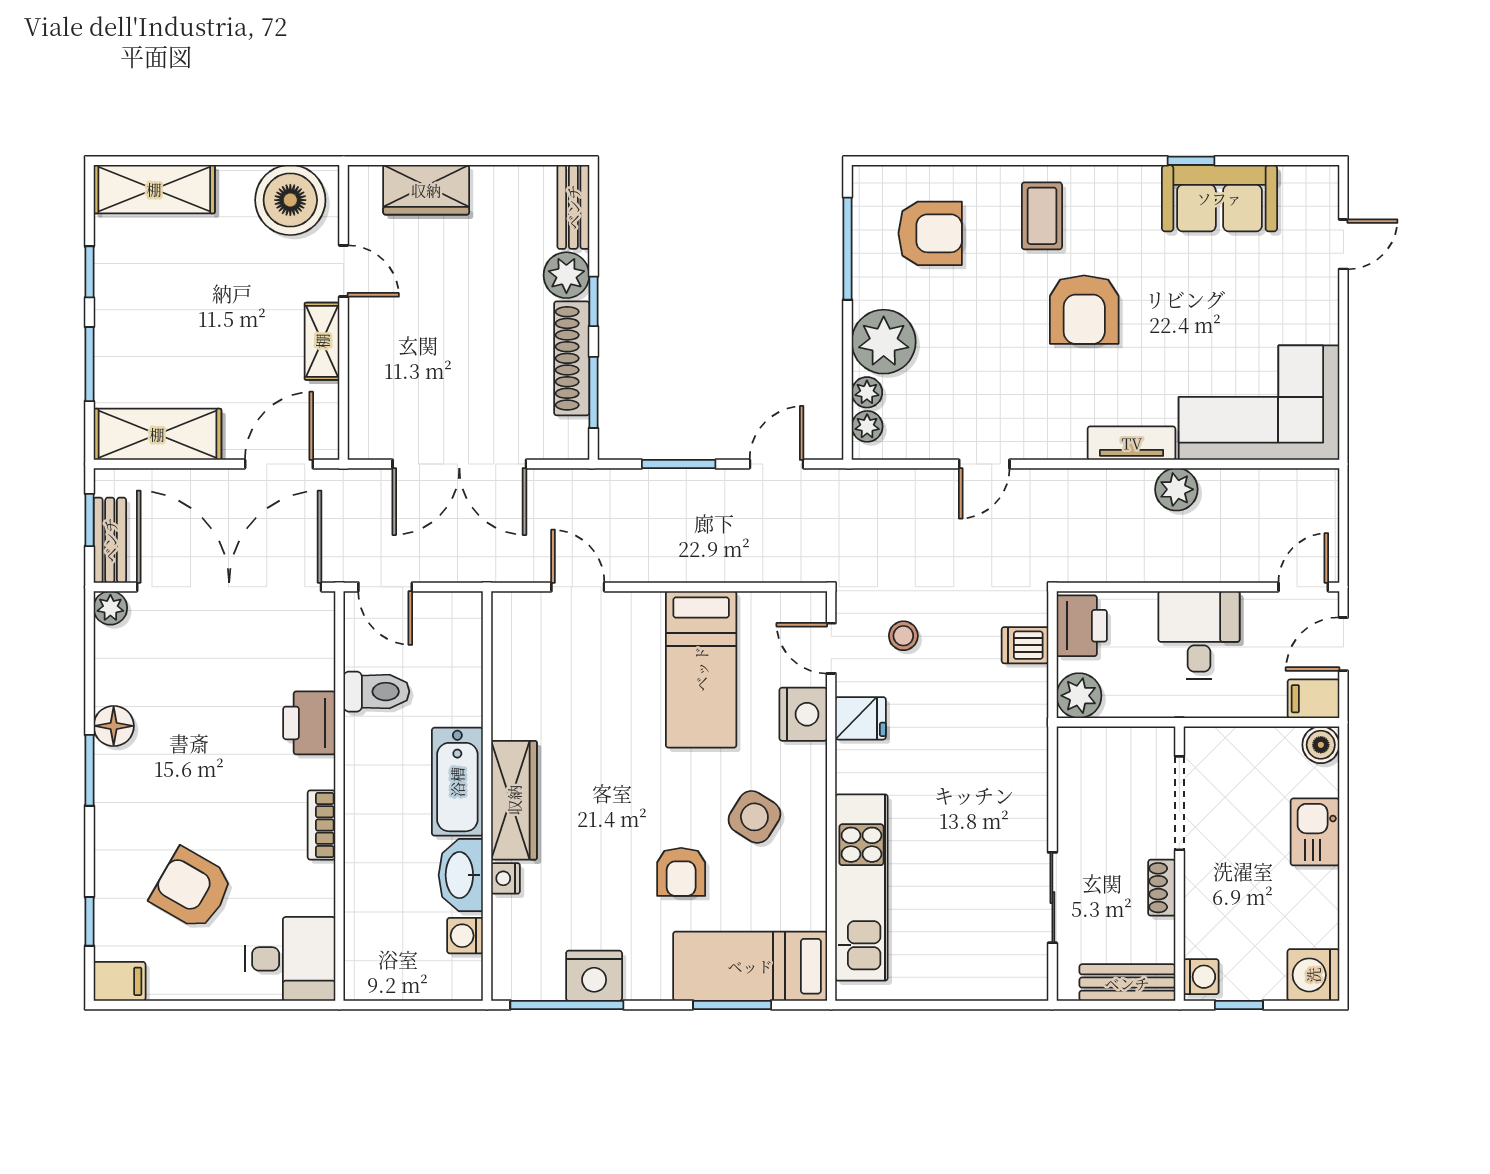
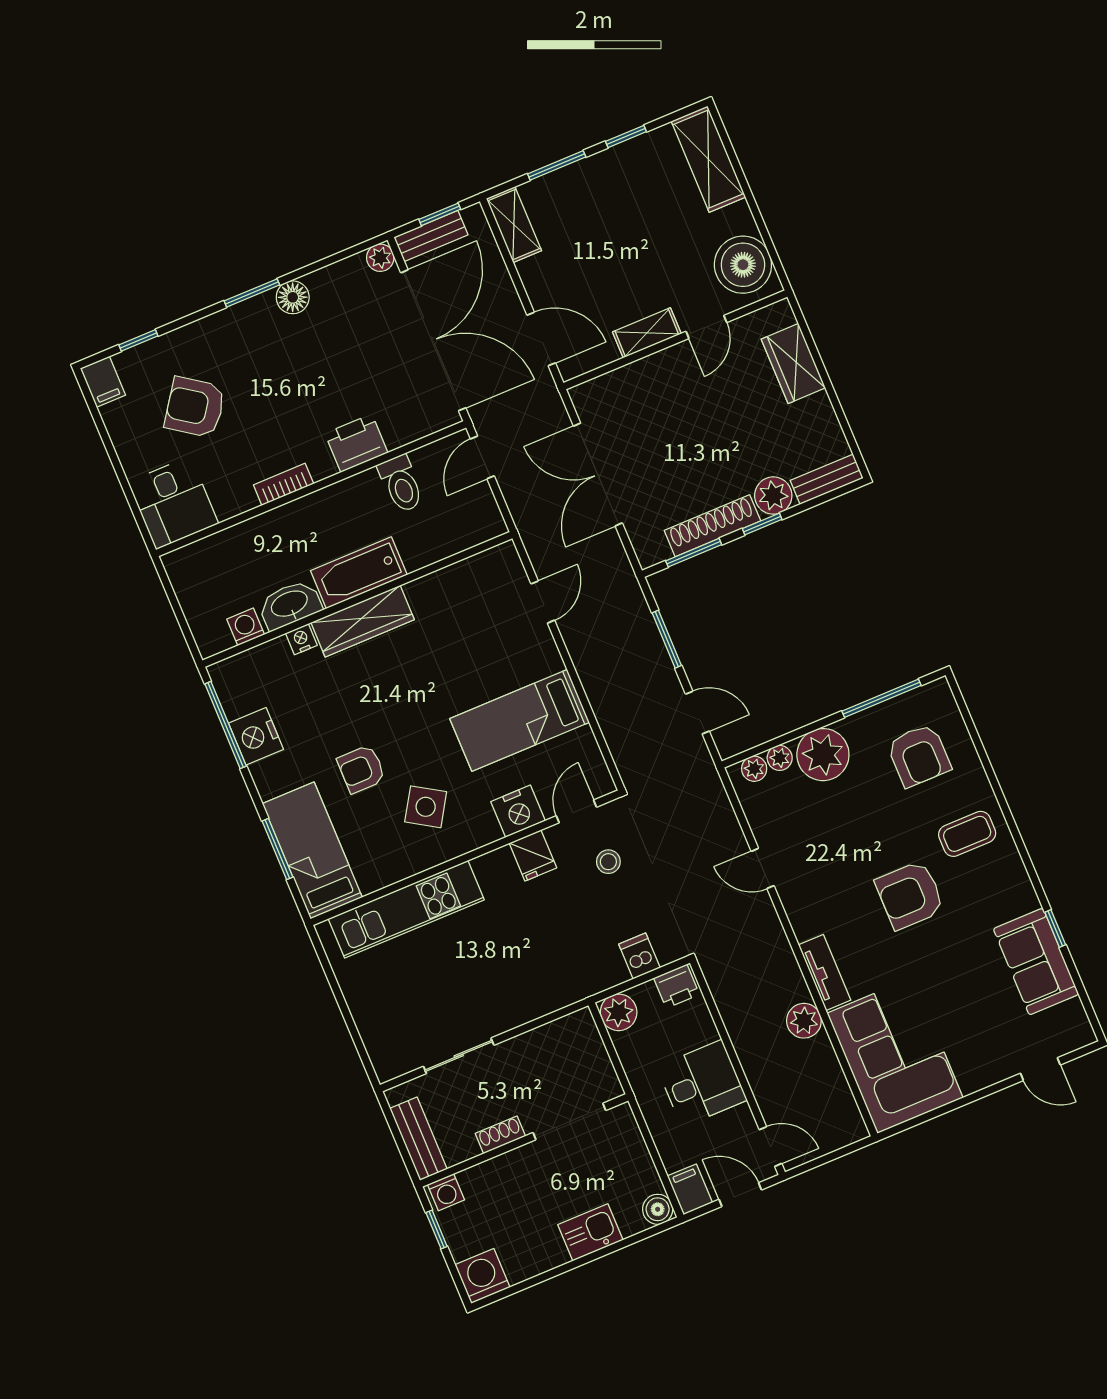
shelving: (157, 434) -> (514, 225), width x0.67, depth x0.75
printer: (1082, 626) -> (676, 986), width x0.73, depth x0.81
armchair: (192, 889) -> (195, 407), turned -85

